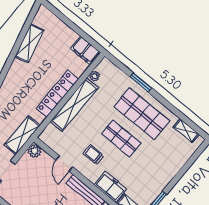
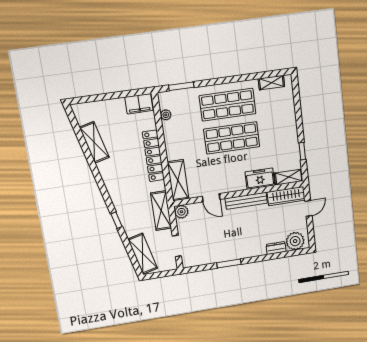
window: (141, 83) -> (181, 86), moved
shelving: (74, 105) -> (178, 180), moved, width x0.68
shop shelf: (121, 138) -> (232, 138), width x1.43, depth x1.36
trolley: (94, 155) -> (225, 170), removed

